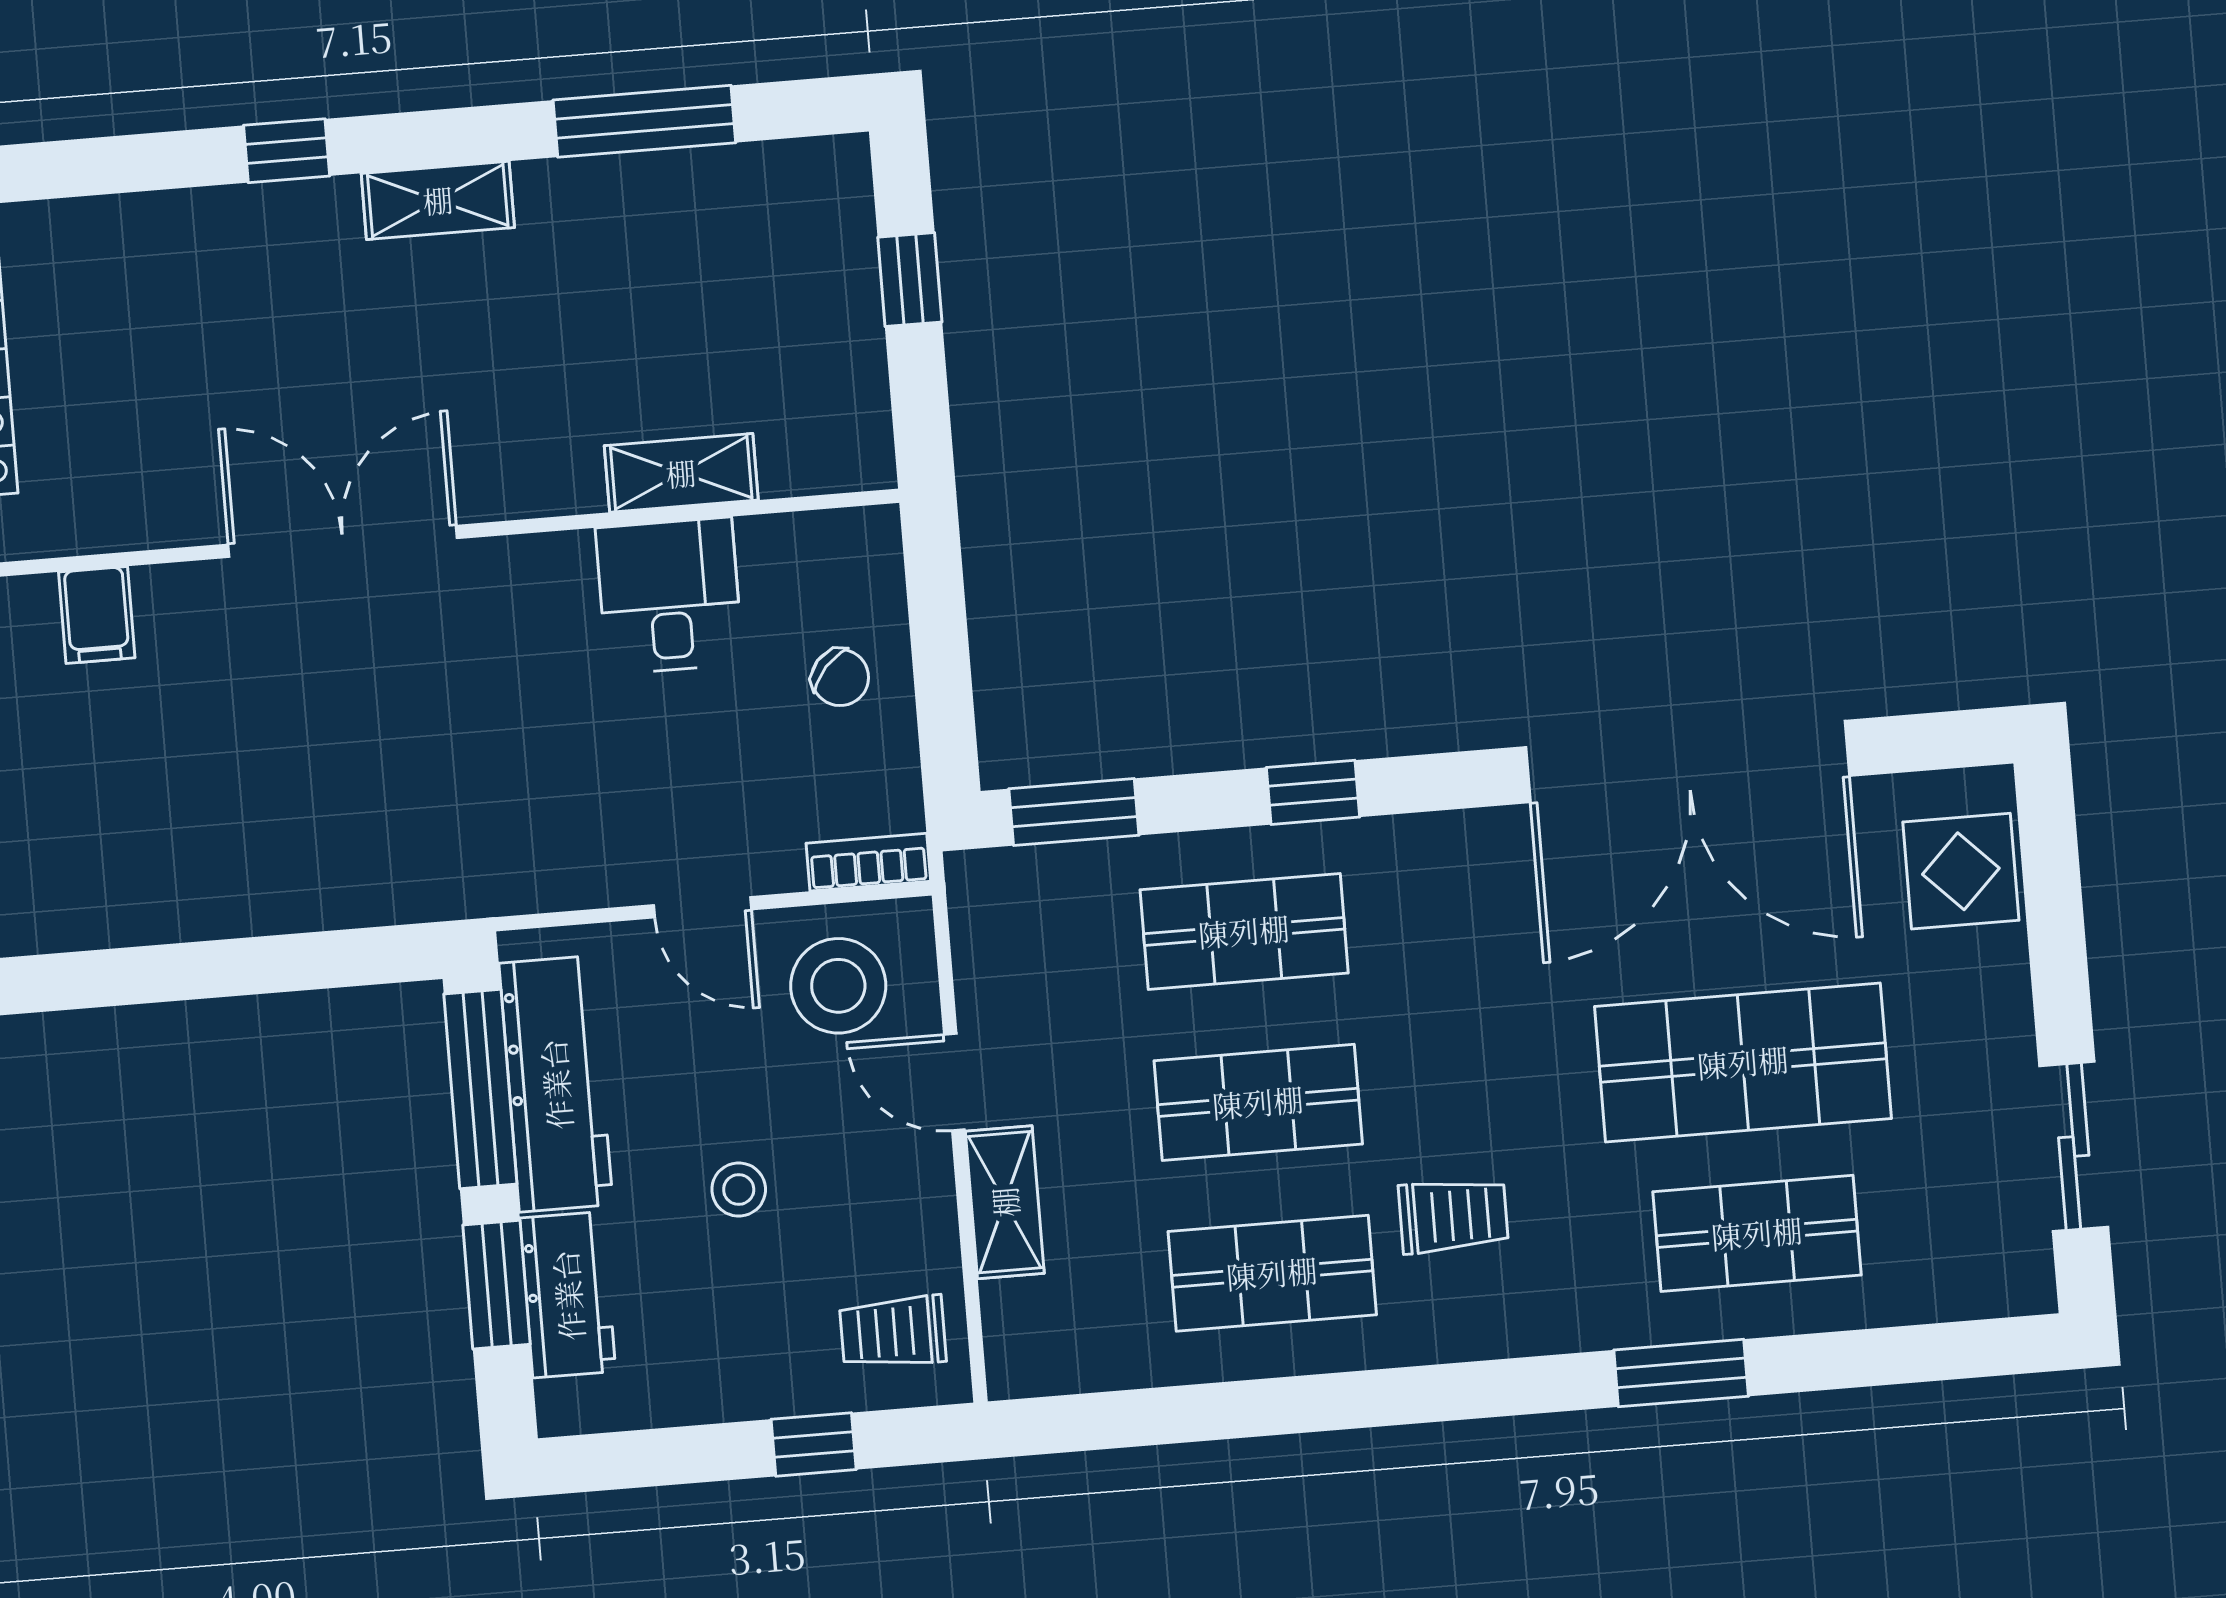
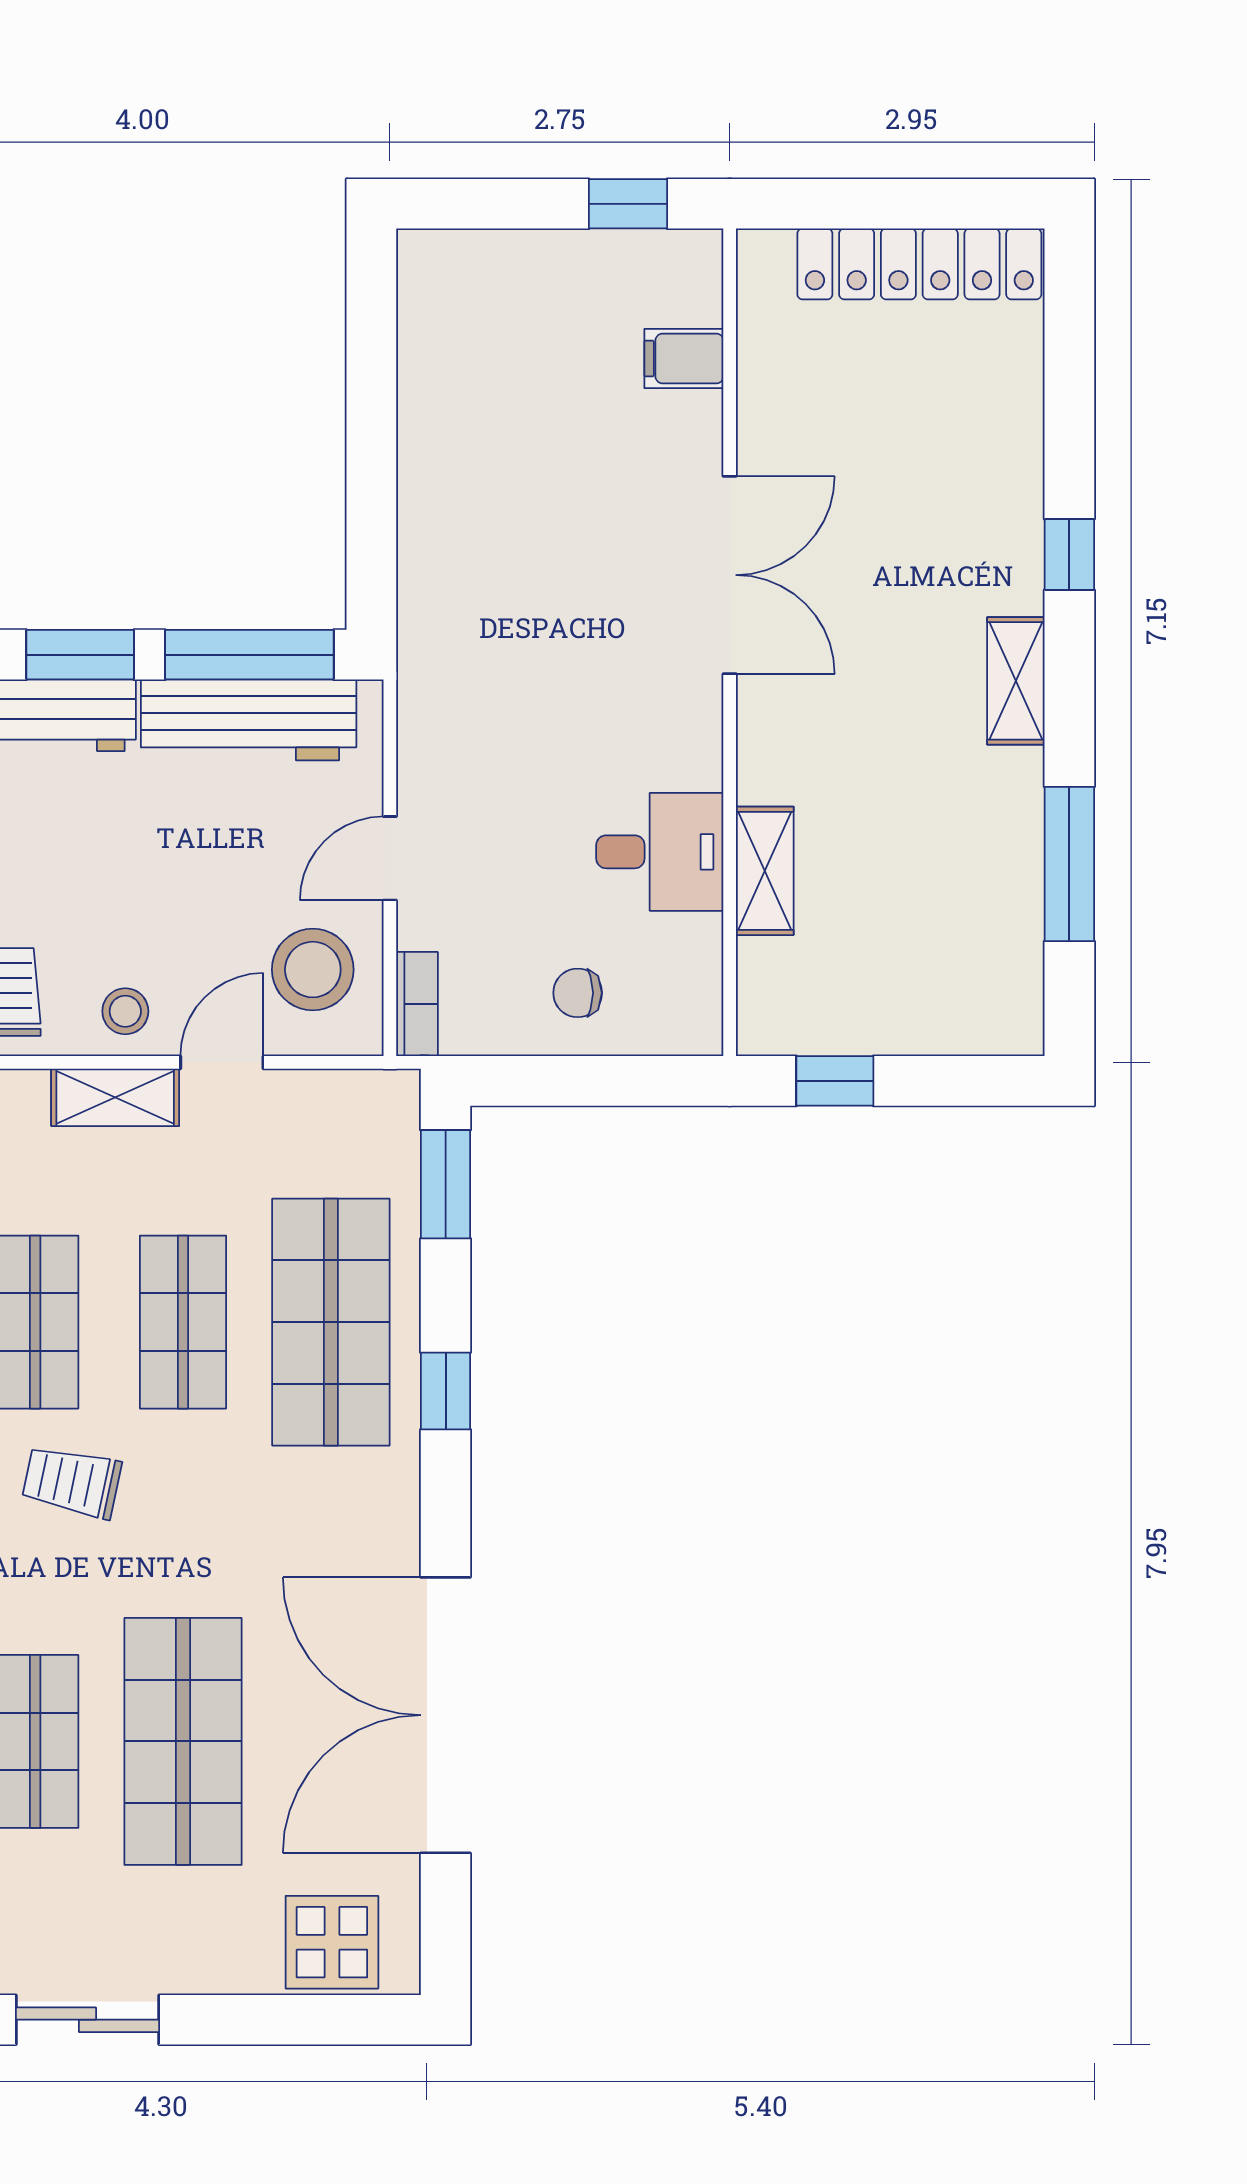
window: (910, 280) -> (835, 1081), moved
chair: (840, 677) -> (578, 993), turned 48
shop shelf: (1244, 931) -> (331, 1322), width x1.43, depth x1.36
stool: (739, 1190) -> (125, 1011), moved
trolley: (1453, 1216) -> (72, 1482), turned 102

